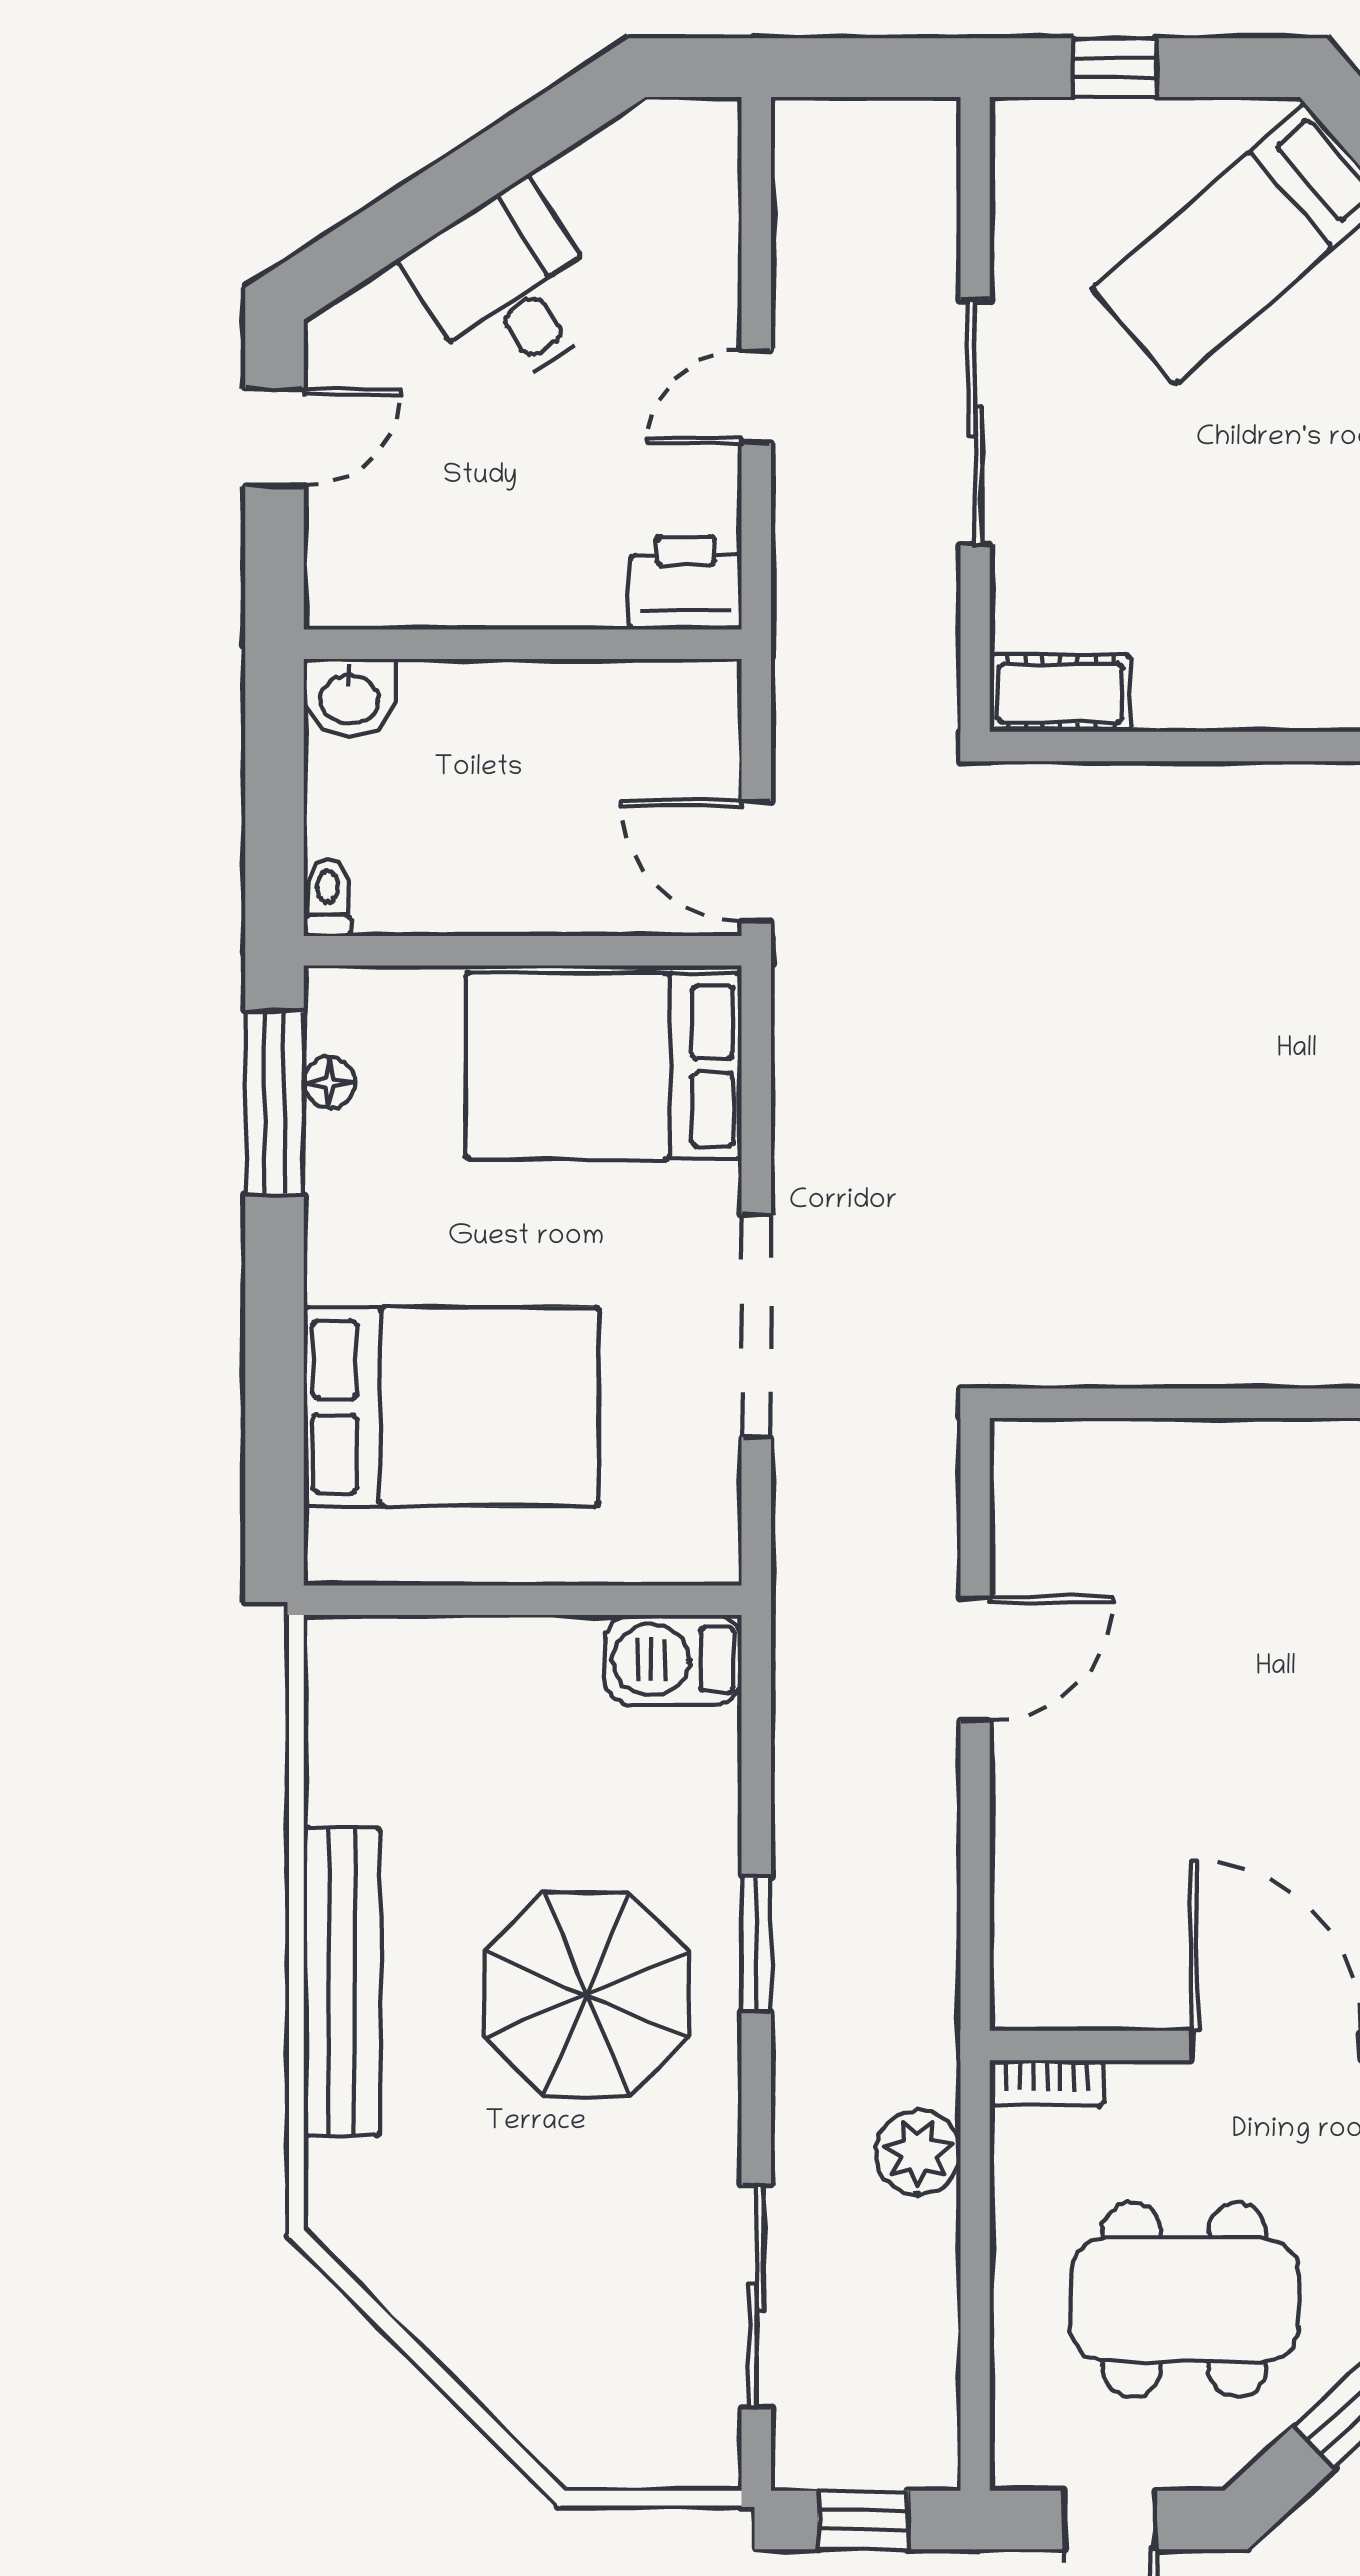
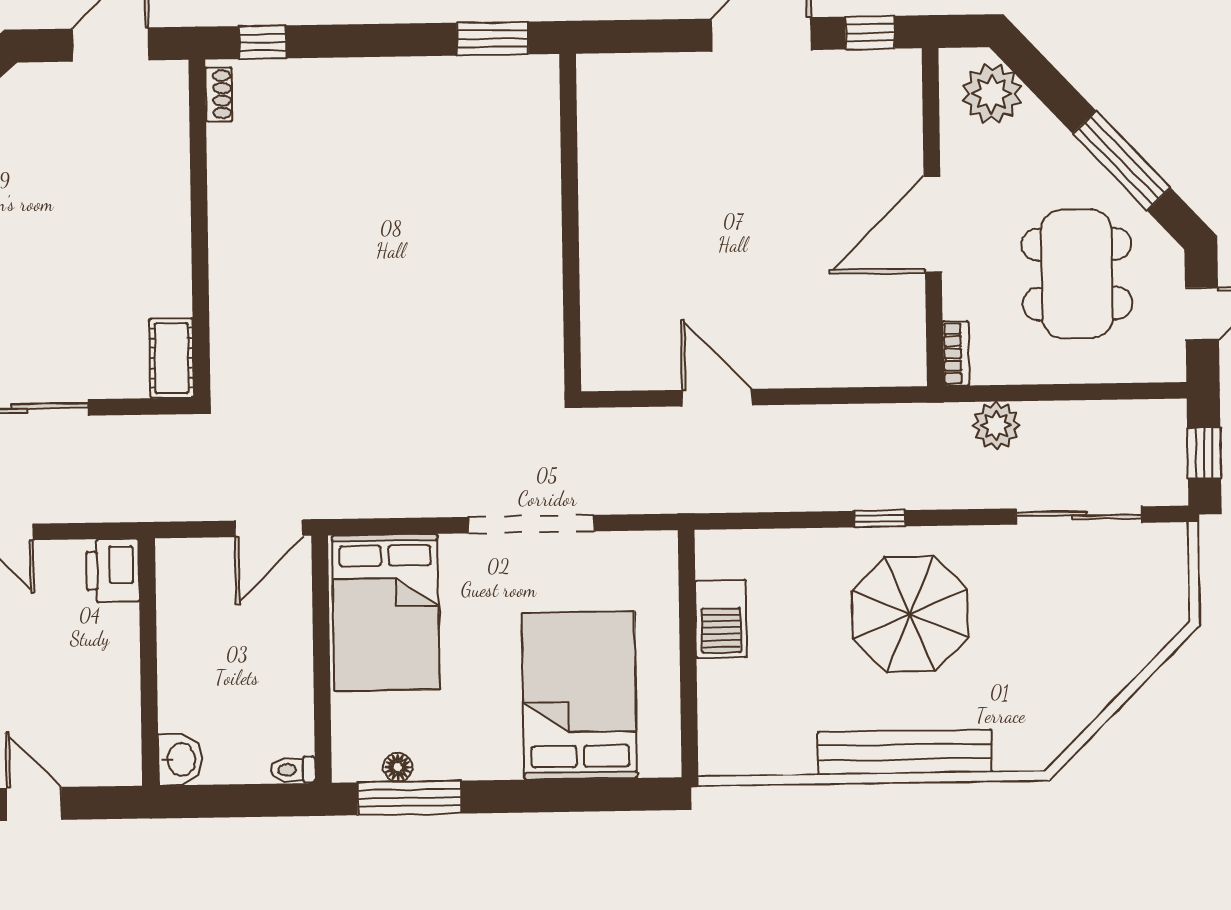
barbecue: (673, 1660) -> (721, 619), moved
window: (756, 1943) -> (880, 519), width x0.67

